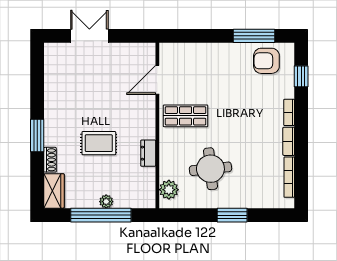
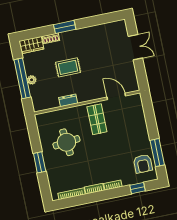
armchair: (266, 61) -> (143, 164), turned 180
rug: (99, 143) -> (68, 67), turned 90
plant: (169, 190) -> (47, 118), removed

